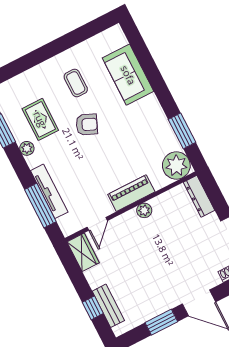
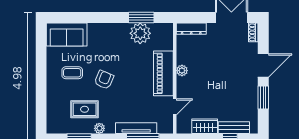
sofa: (128, 75) -> (67, 34), moved
plant: (176, 166) -> (140, 33), moved
piano: (131, 193) -> (163, 73), width x1.37, depth x1.33
door: (97, 224) -> (175, 107), hinge flipped
wardrobe: (83, 252) -> (205, 126), moved

